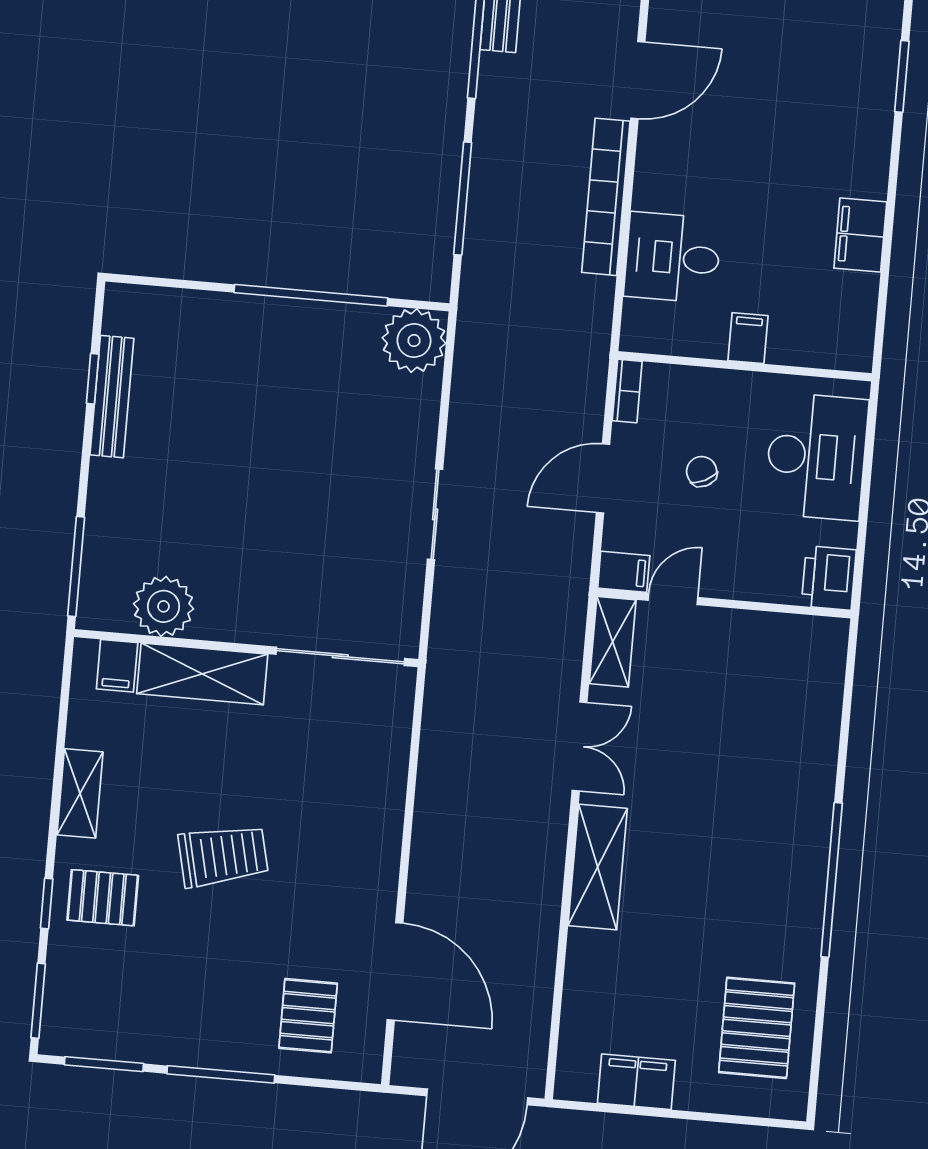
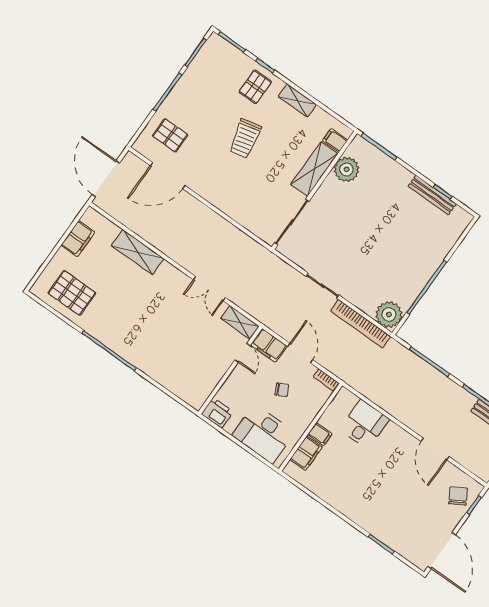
bookcase: (606, 197) -> (361, 324), moved, turned 180
filing cabinet: (860, 235) -> (306, 453), moved, turned 90
filing cabinet: (624, 572) -> (269, 345), width x2.00
shelving: (598, 867) -> (138, 252), moved

